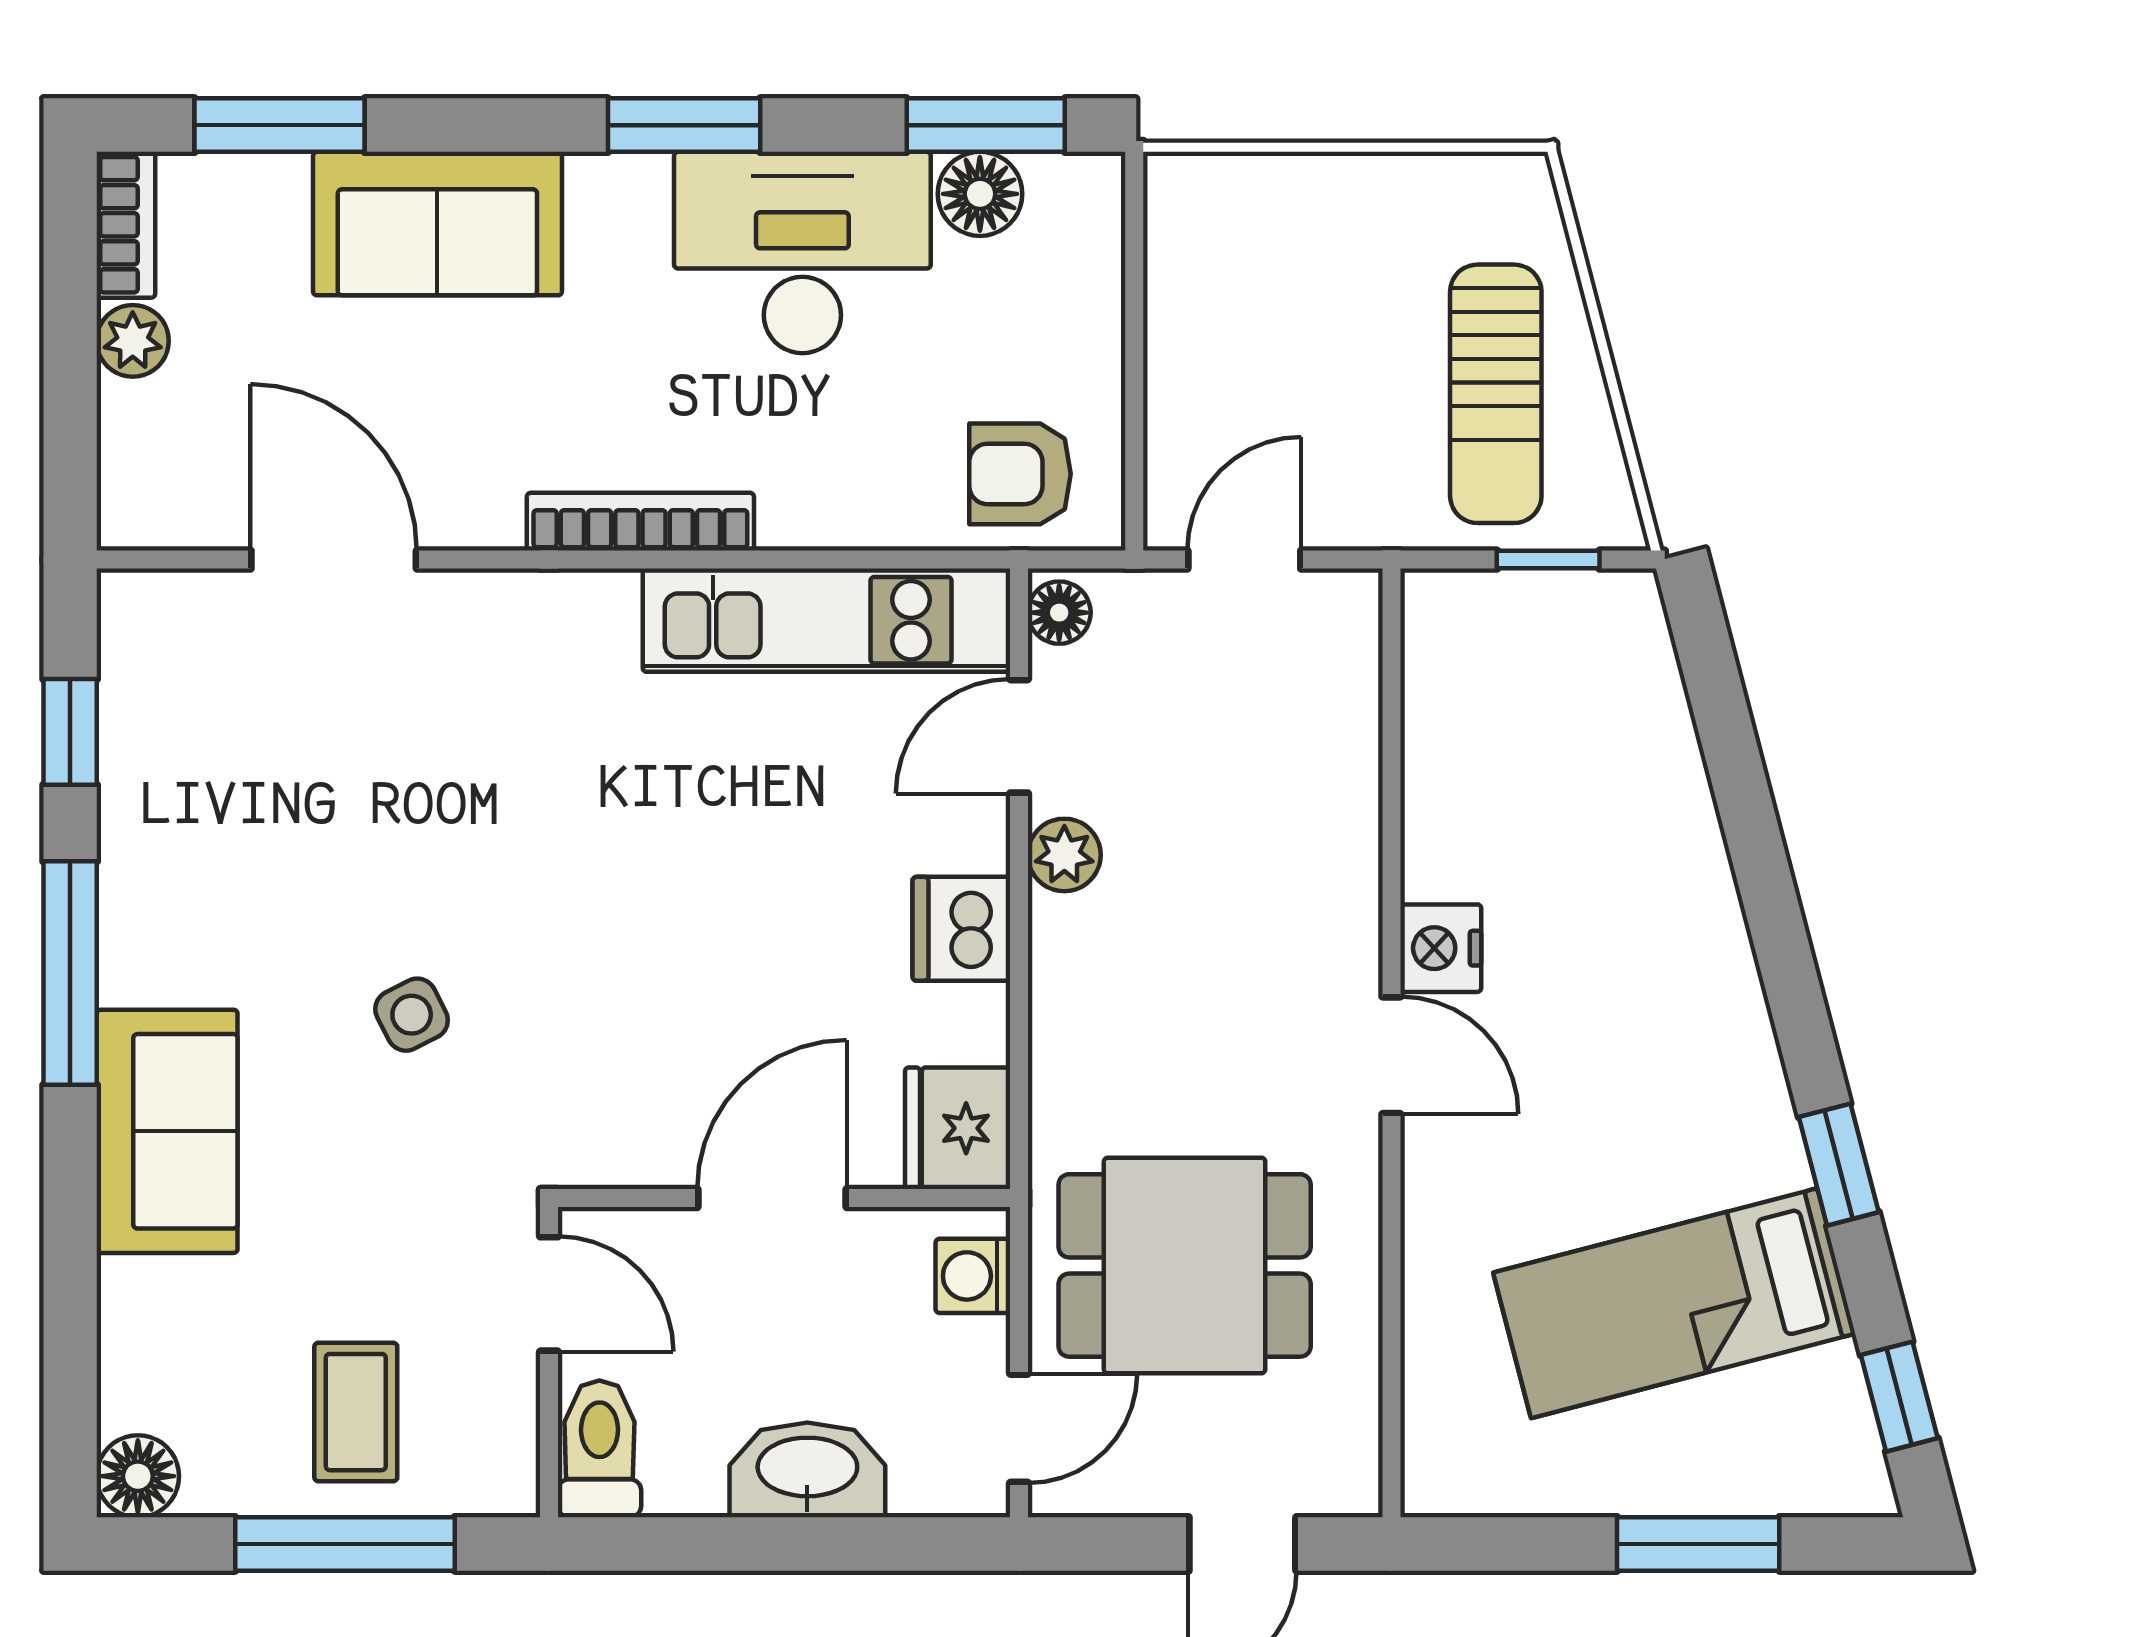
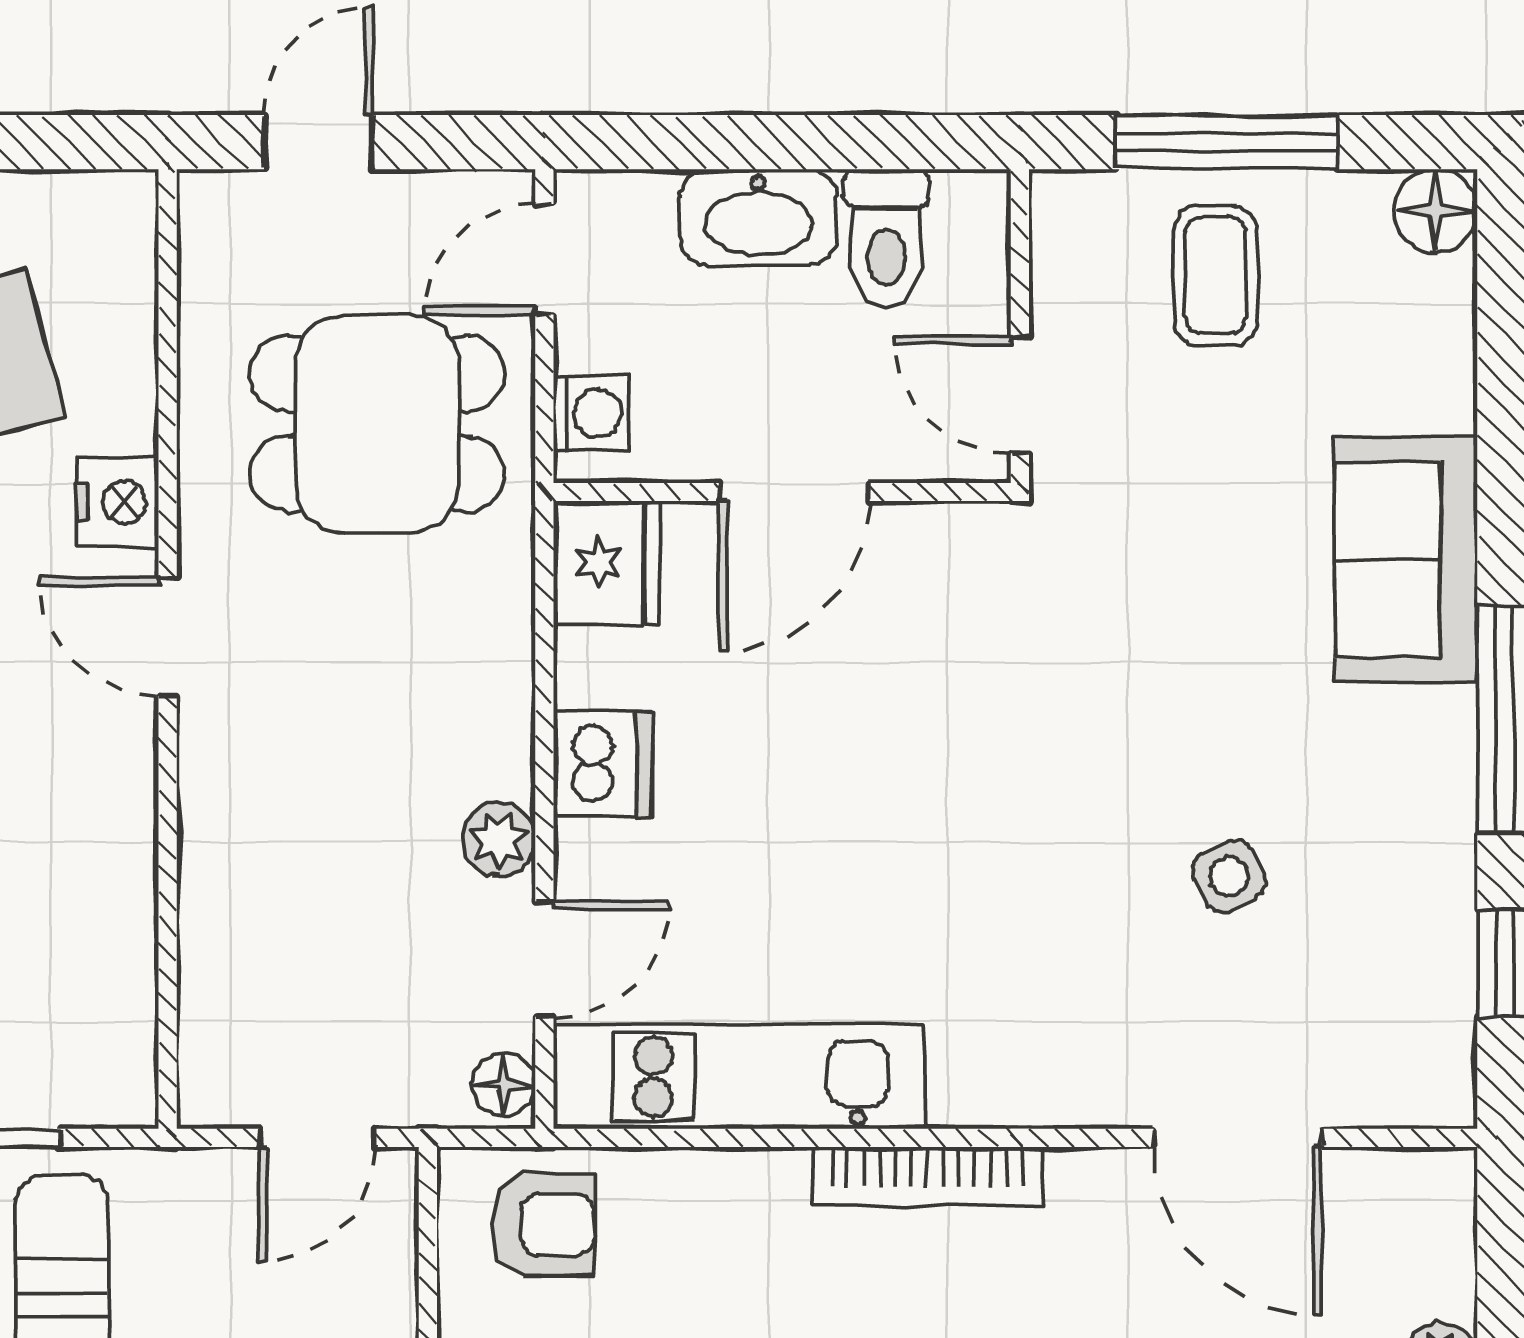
nightstand: (1441, 948) -> (118, 502), moved
side table: (412, 1015) -> (1229, 876), moved
toilet: (599, 1449) -> (886, 238), moved

